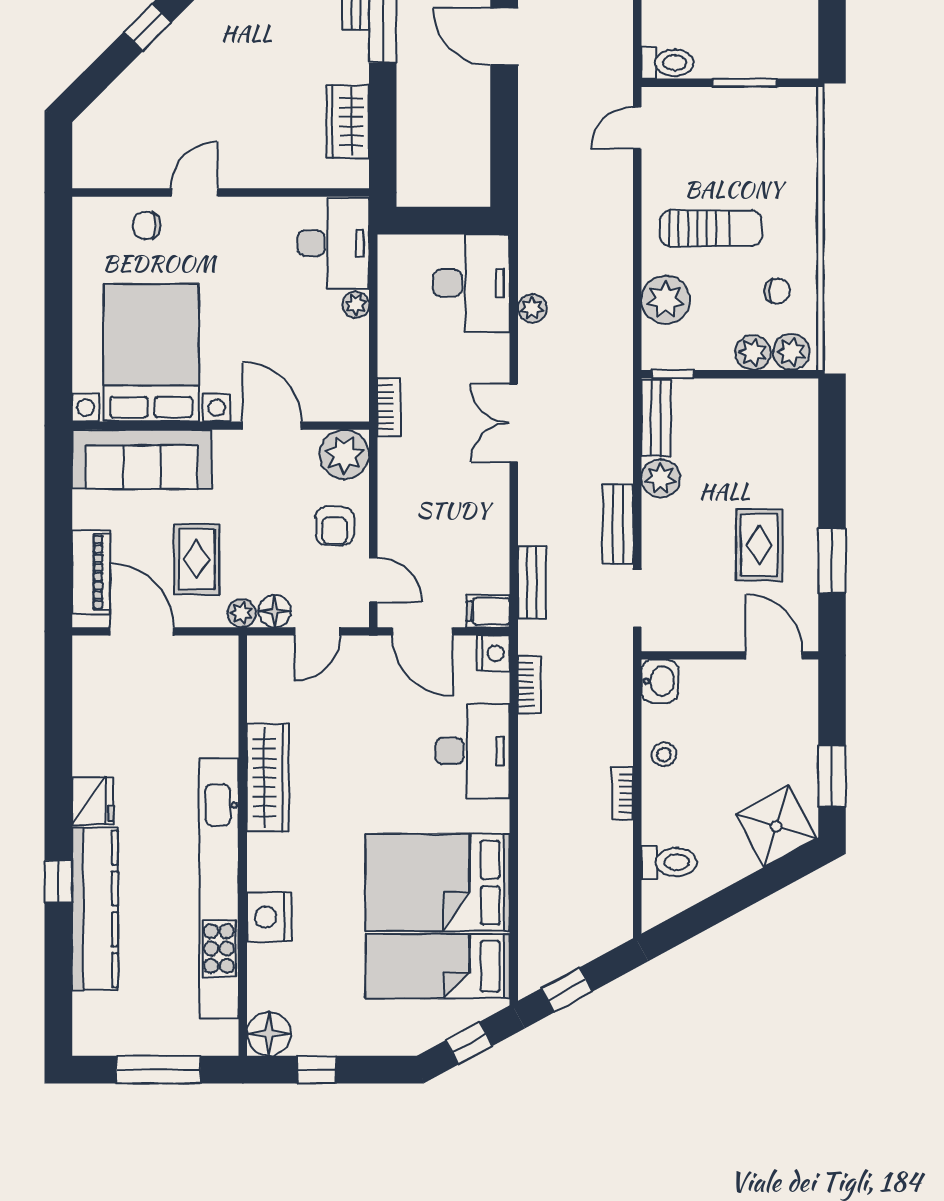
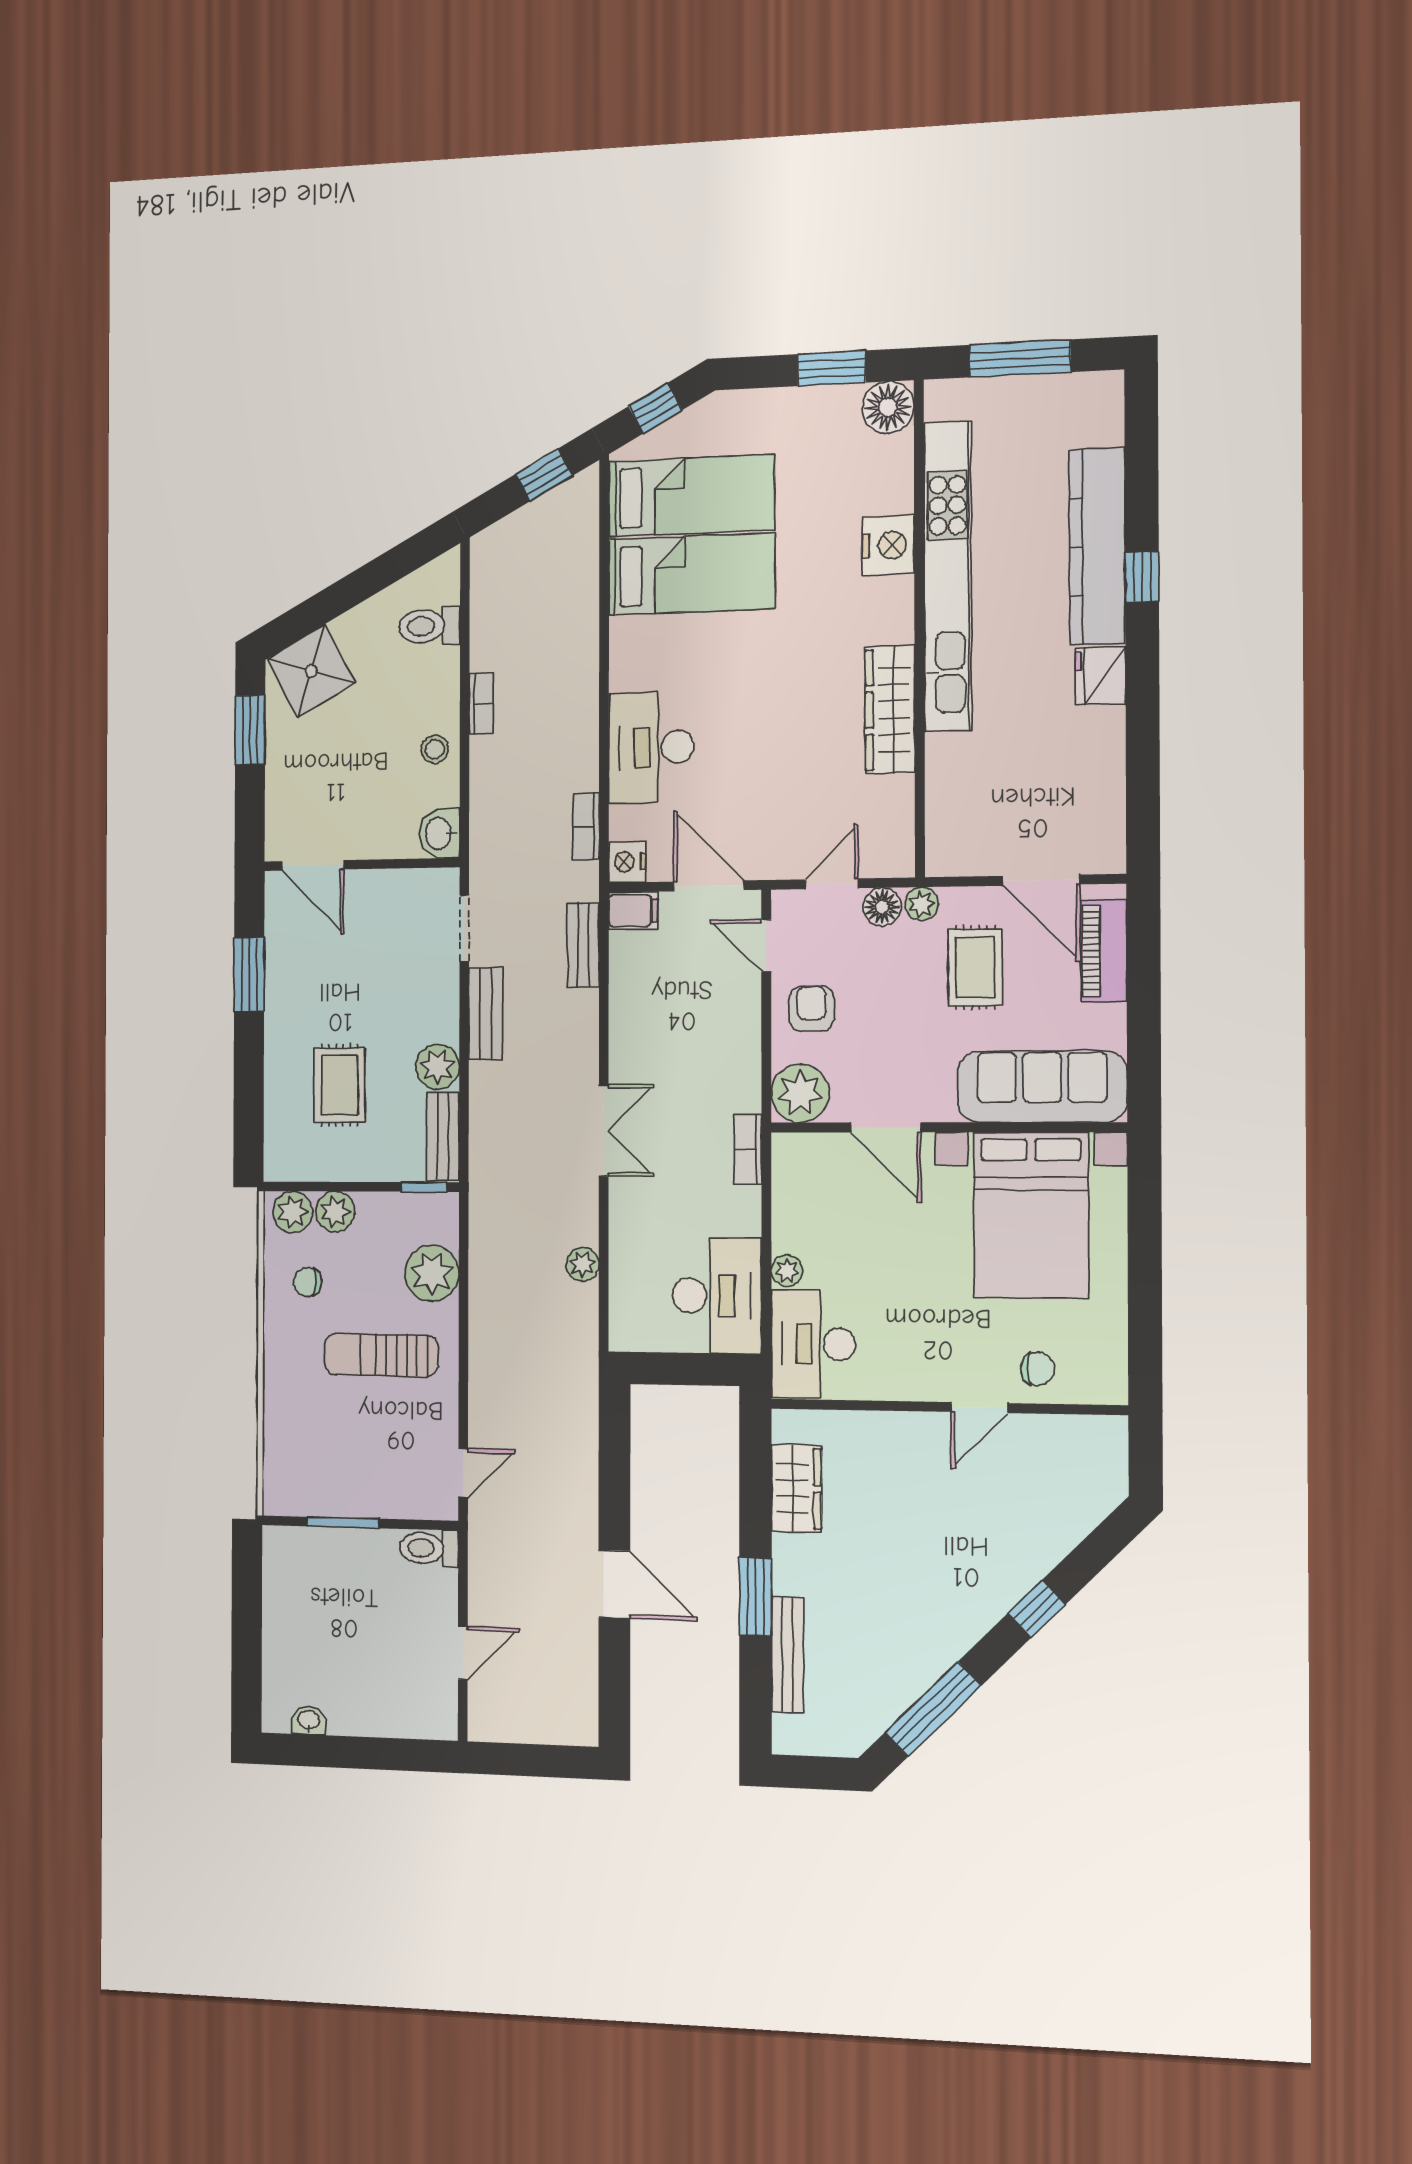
desk: (471, 283) -> (717, 1296), moved, turned 180
rug: (759, 545) -> (340, 1085), moved
bed: (438, 882) -> (691, 574), width x0.67
window: (317, 1070) -> (832, 368), width x1.50

